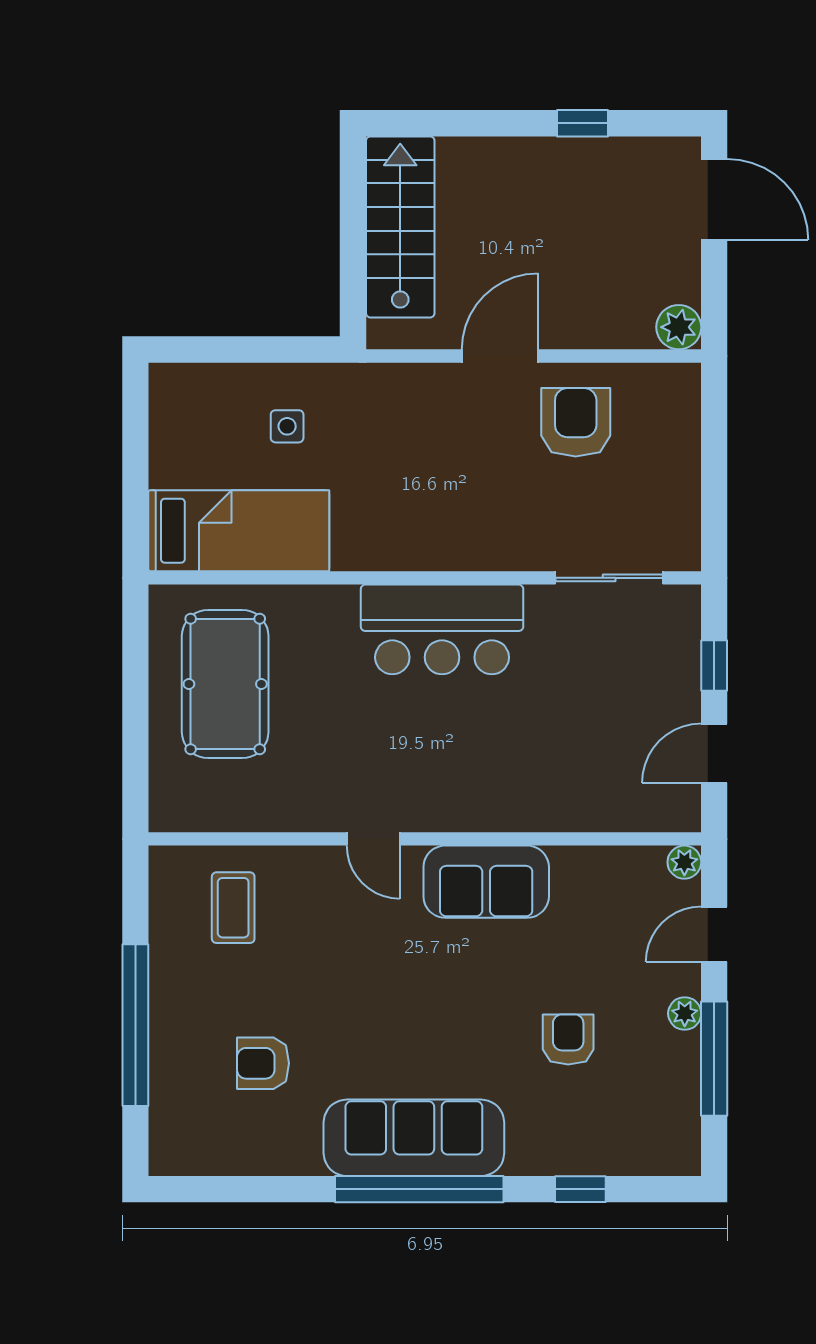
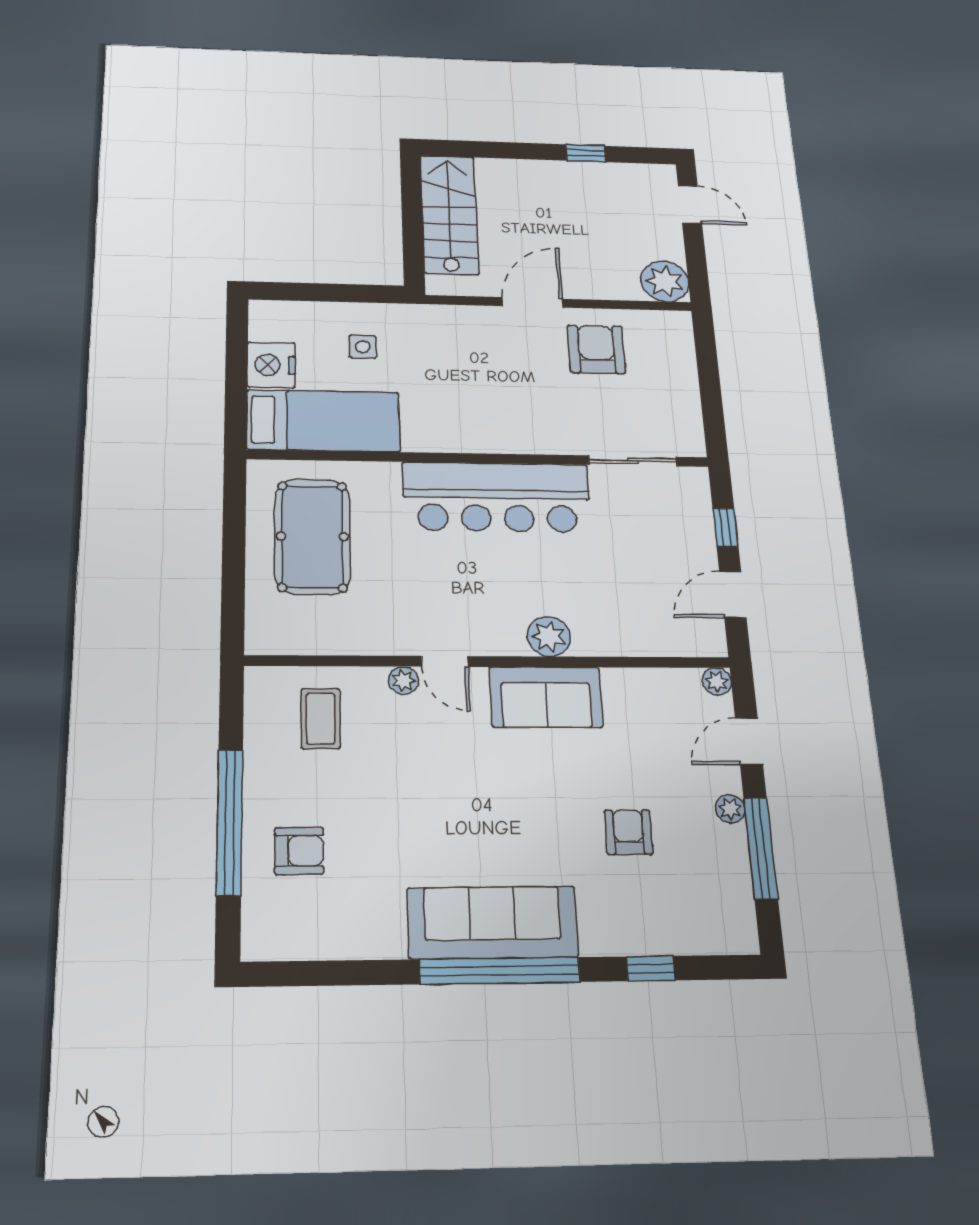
door: (714, 199) -> (690, 204), width x0.73
plant: (679, 327) -> (665, 281), width x1.36, depth x1.36
nightstand: (177, 455) -> (271, 365), added
bar counter: (442, 629) -> (497, 497), width x1.36
plant: (494, 808) -> (549, 636), added
plant: (326, 862) -> (403, 680), added
armchair: (263, 1063) -> (299, 851), moved, turned 180

